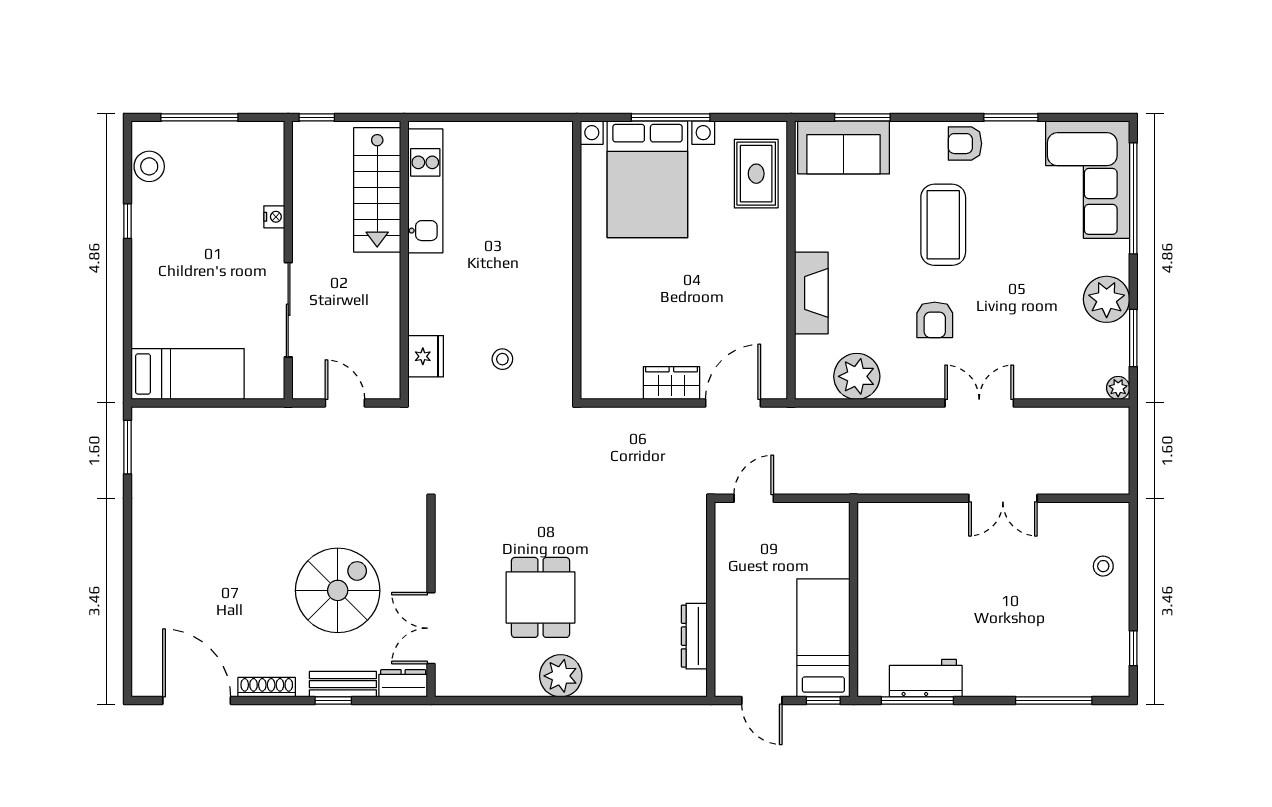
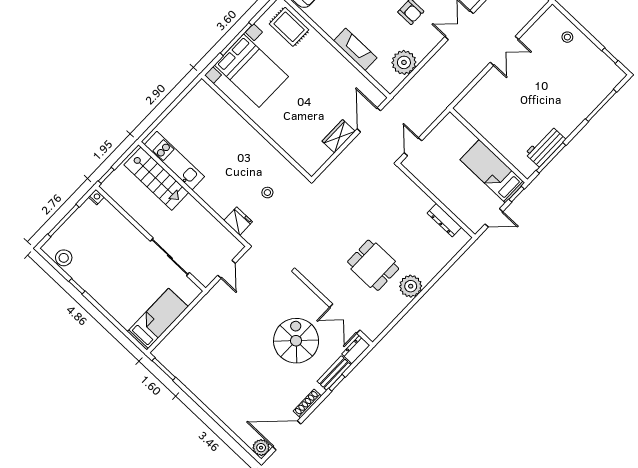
nightstand: (274, 217) -> (96, 197), moved
door: (345, 403) -> (227, 269), swing flipped
plant: (147, 681) -> (261, 448), added

